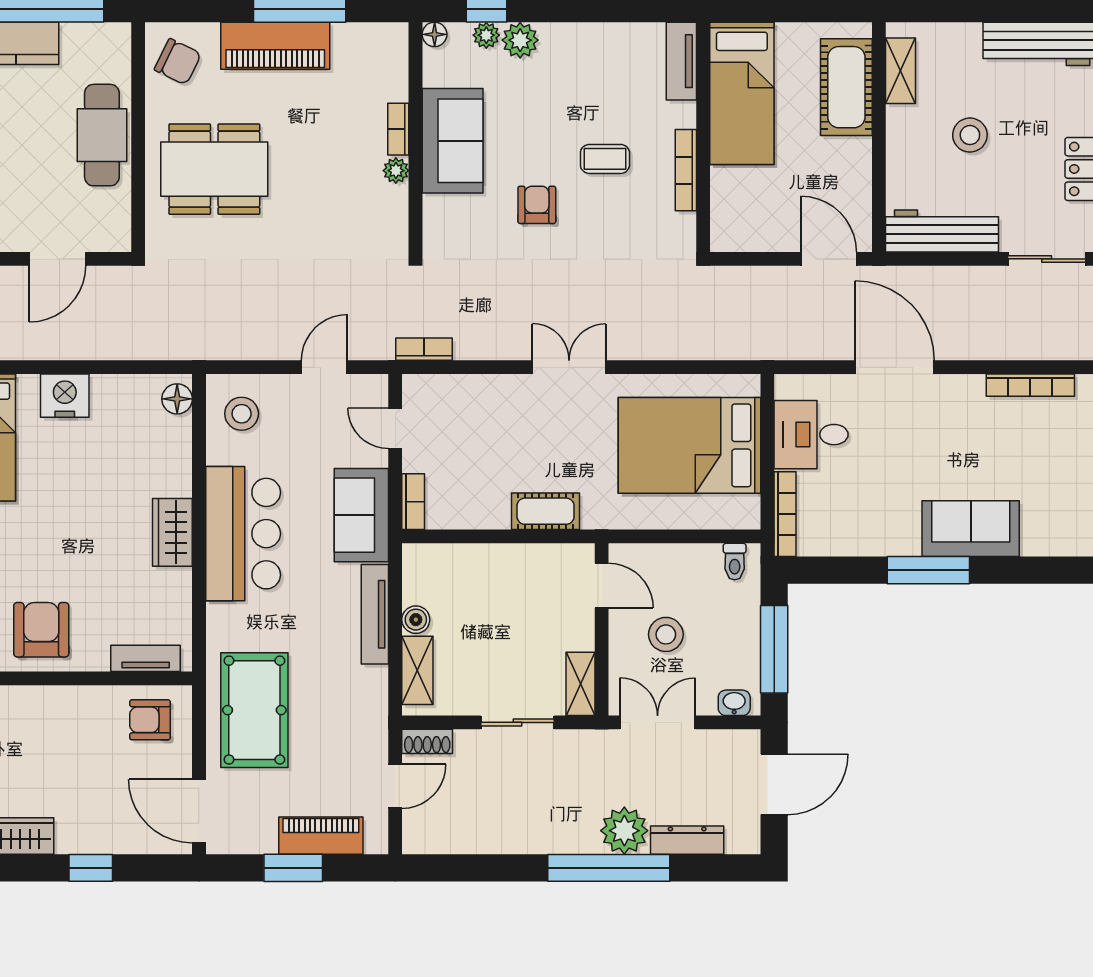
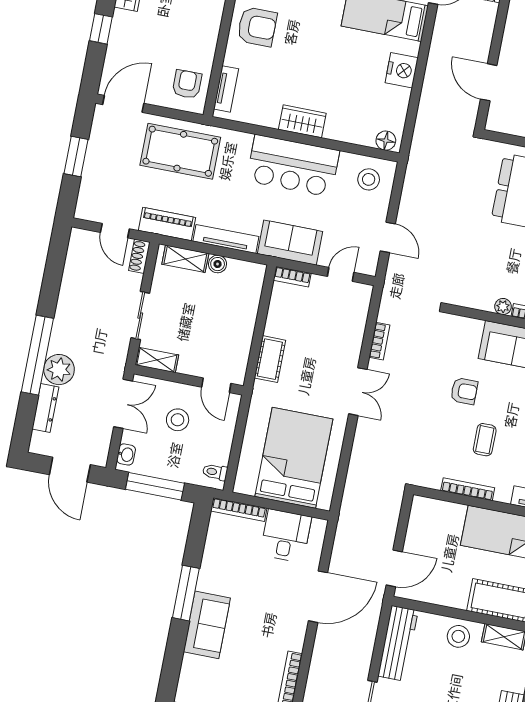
stool: (970, 135) -> (458, 636), moved
bookcase: (424, 349) -> (379, 341), moved
door: (602, 586) -> (216, 385), hinge flipped
piano: (321, 836) -> (167, 224), moved, turned -90

